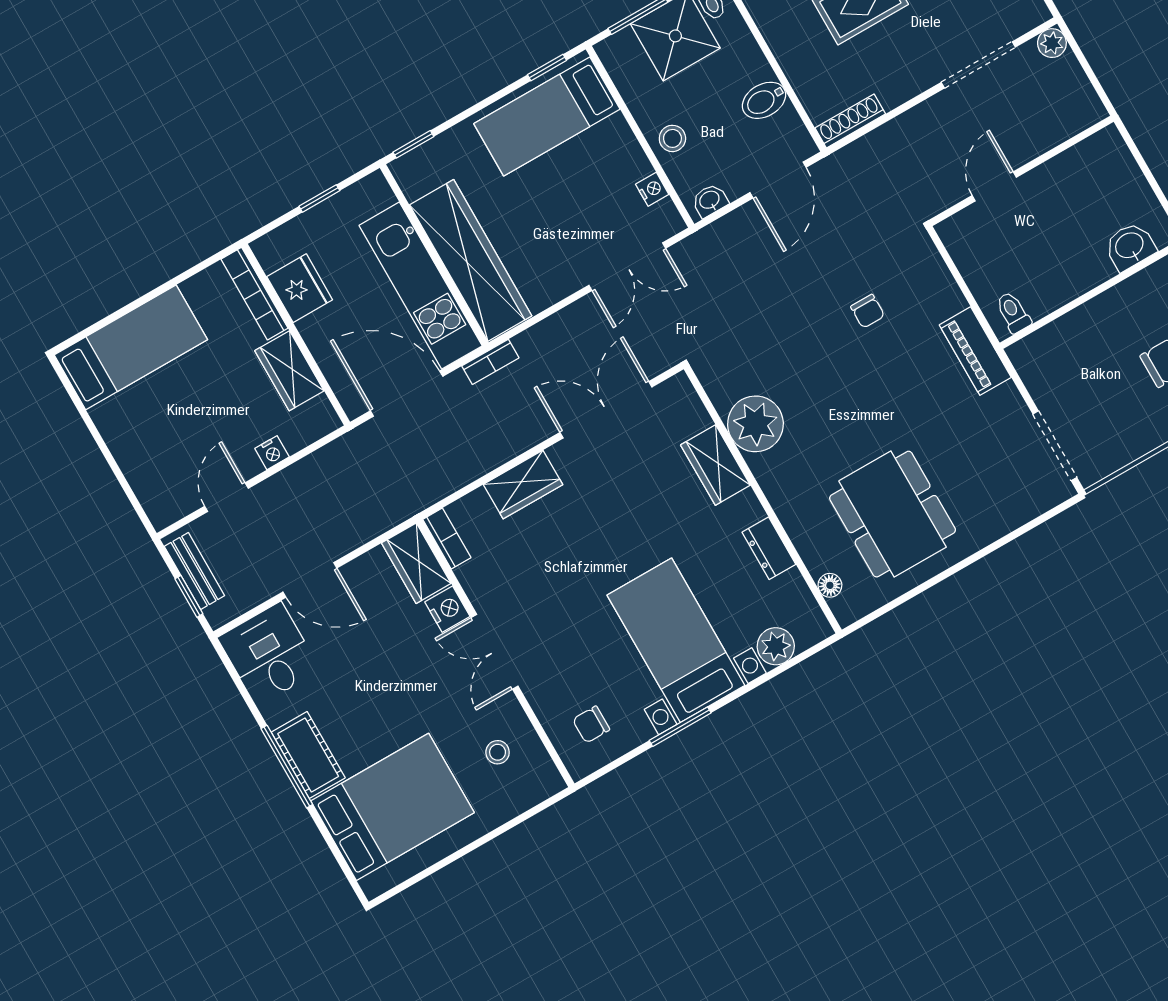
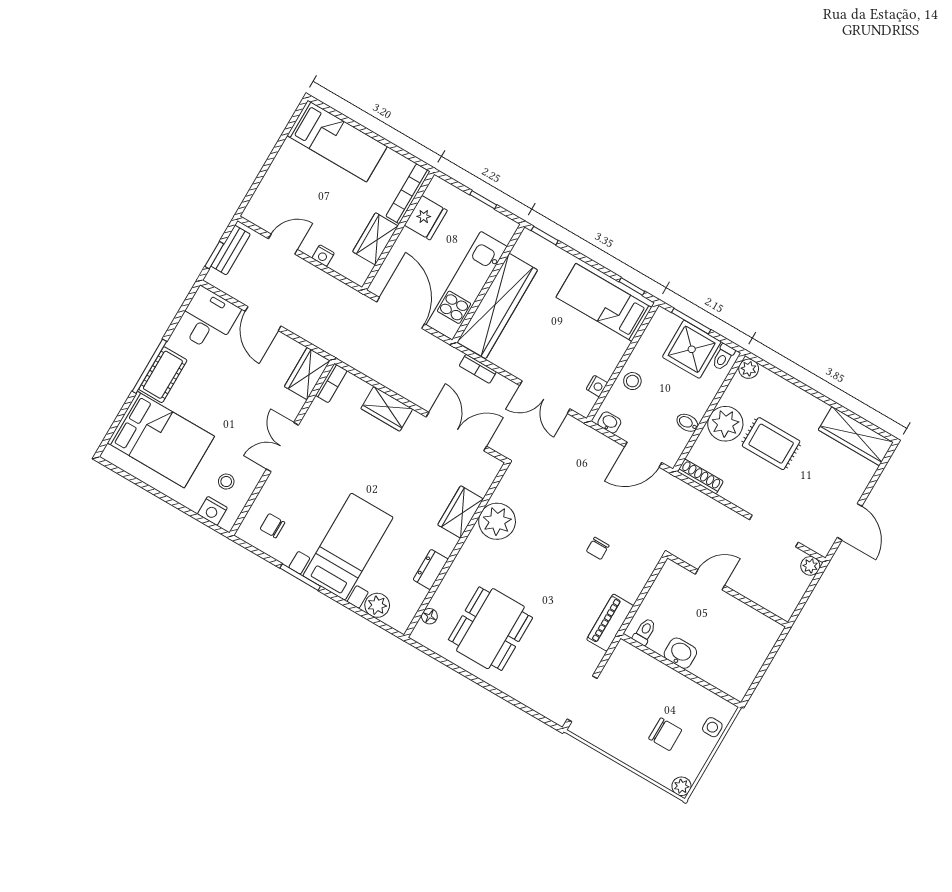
plant: (799, 48) -> (725, 424), added
bidet: (764, 100) -> (687, 423), width x0.72, depth x0.74
washbasin: (1130, 246) -> (680, 653), moved
bookcase: (490, 362) -> (478, 369), moved
nightstand: (447, 609) -> (212, 511), moved, turned 90

